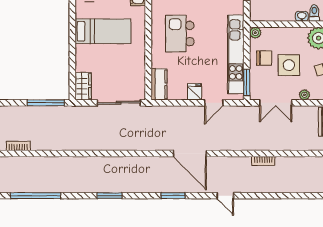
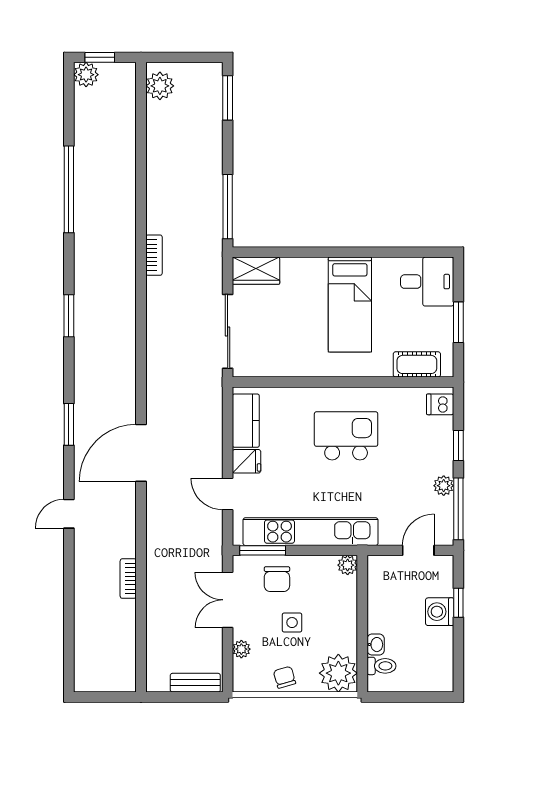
chair: (264, 58) -> (277, 579), moved
side table: (289, 65) -> (292, 623), width x0.54, depth x0.54
kitchen counter: (159, 84) -> (246, 421), moved, turned -90
bookcase: (18, 146) -> (154, 255), moved

